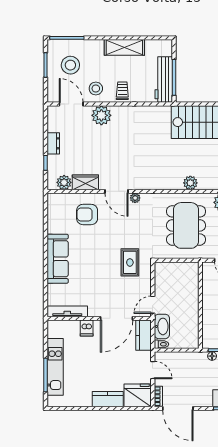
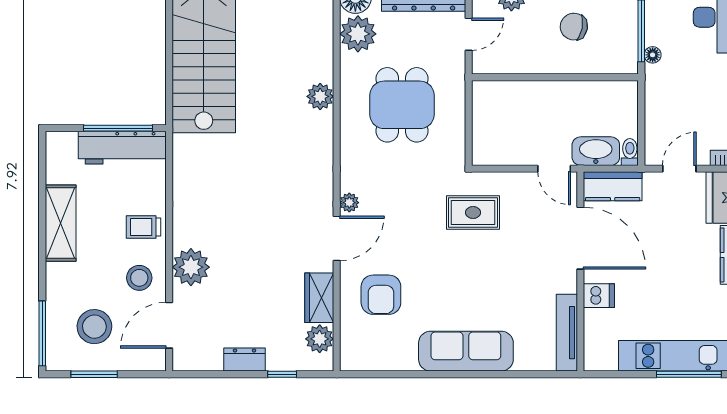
dining table: (186, 225) -> (402, 105), width x0.73

